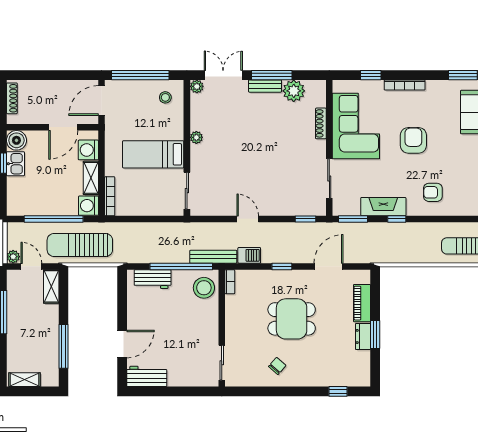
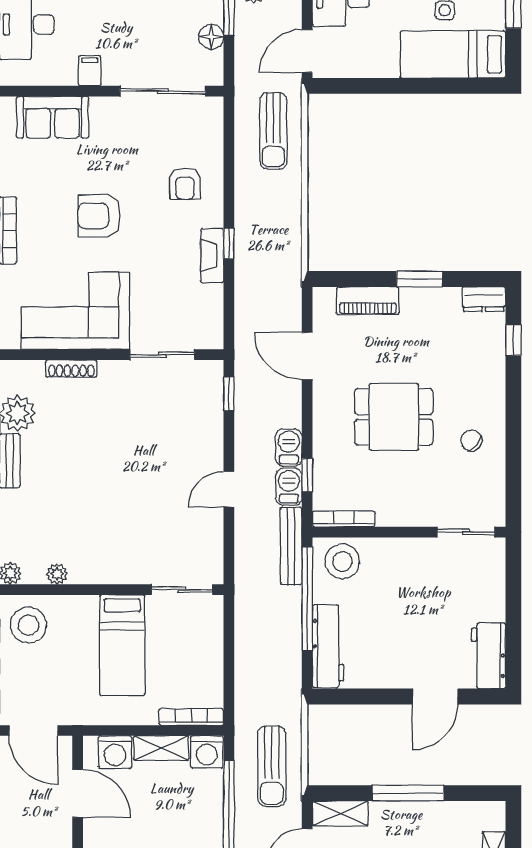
stool: (165, 97) -> (28, 625), width x1.89, depth x1.89
plant: (196, 137) -> (57, 574), moved
fireplace: (383, 207) -> (212, 256), width x0.73, depth x0.76
window: (353, 219) -> (229, 316), removed
sun lounger: (80, 245) -> (272, 766), width x0.73, depth x0.75
barbecue: (273, 255) -> (289, 448), added
window: (282, 266) -> (307, 475), moved
workbench: (153, 279) -> (328, 646), width x1.38
bookcase: (230, 282) -> (344, 519), width x1.56
dining table: (292, 319) -> (394, 417), turned 90
dresser: (363, 336) -> (484, 299), moved
door: (122, 344) -> (435, 697), swing flipped
window: (63, 346) -> (408, 793), moved

